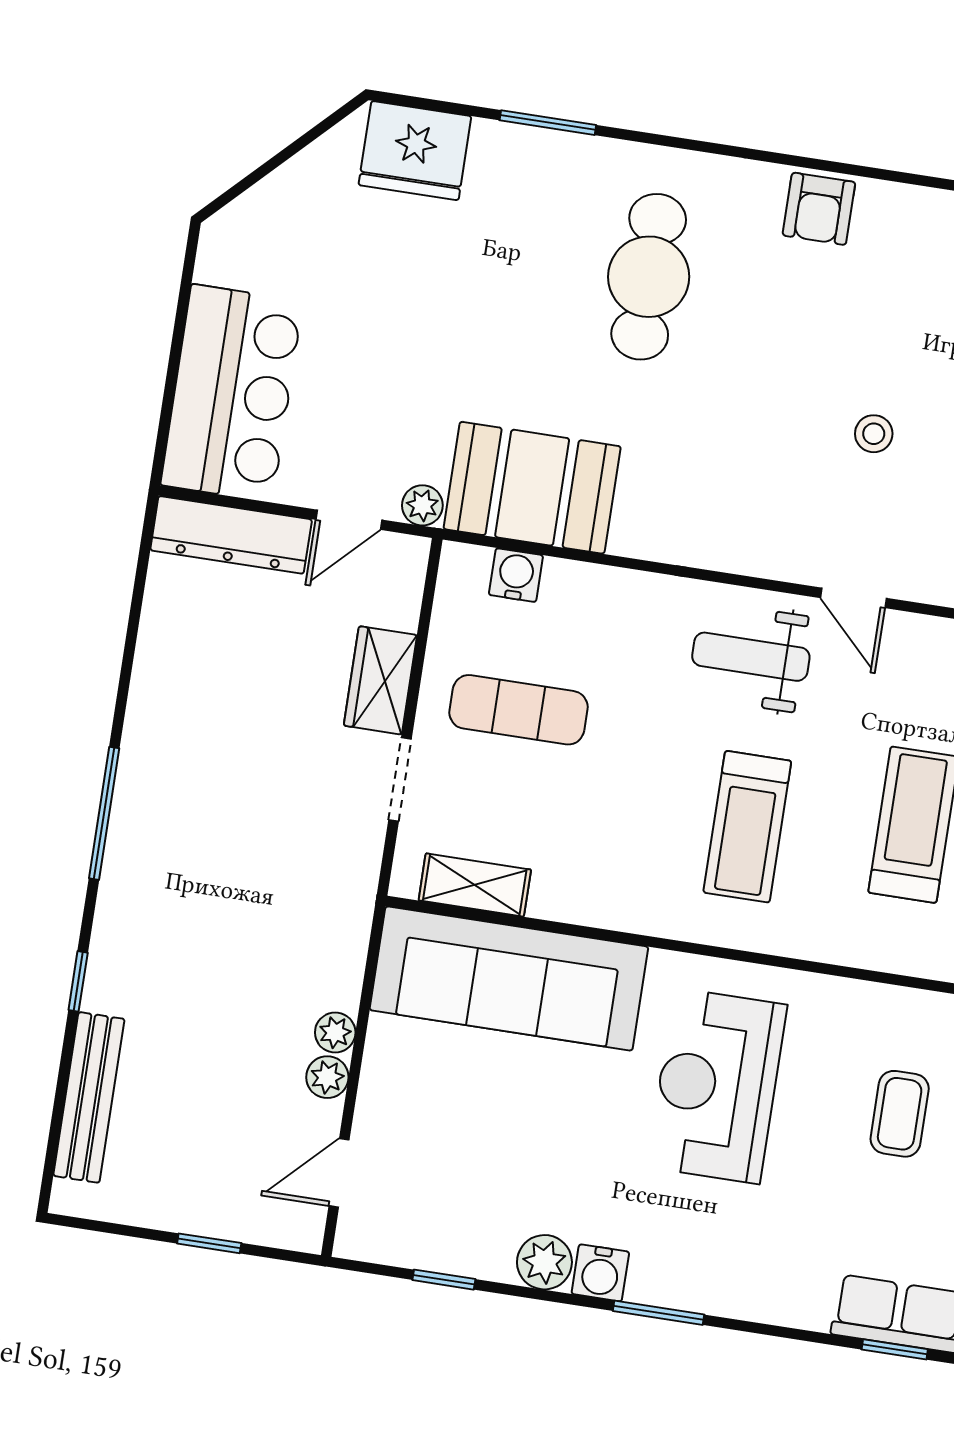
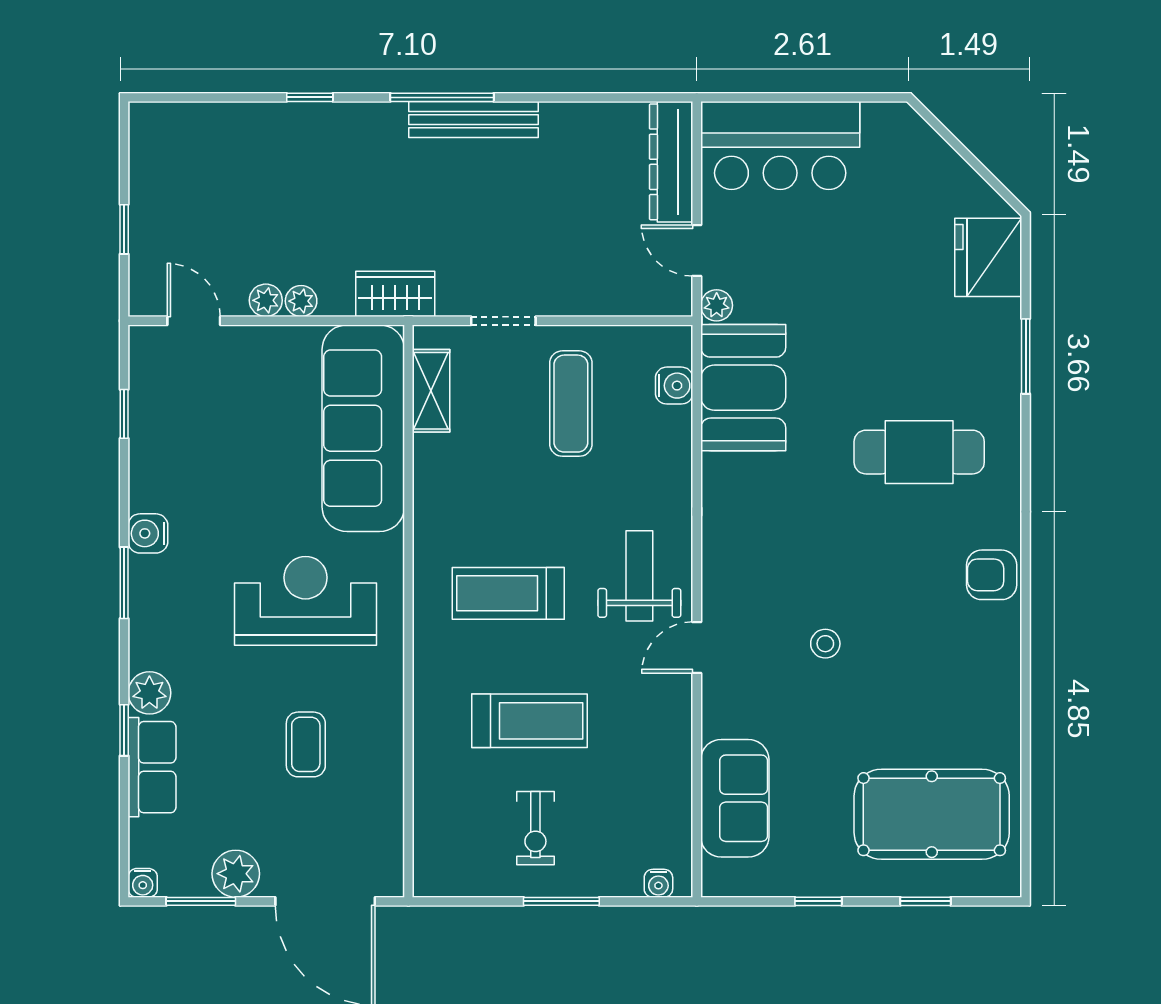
wardrobe: (380, 680) -> (395, 294), moved
bench: (89, 1097) -> (473, 120), moved
coffee table: (900, 1114) -> (306, 744), turned 90
plant: (544, 1262) -> (149, 693), moved
window: (895, 1349) -> (124, 730), moved

